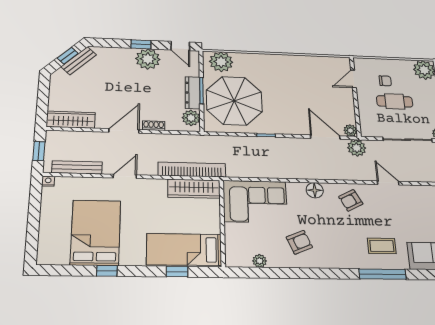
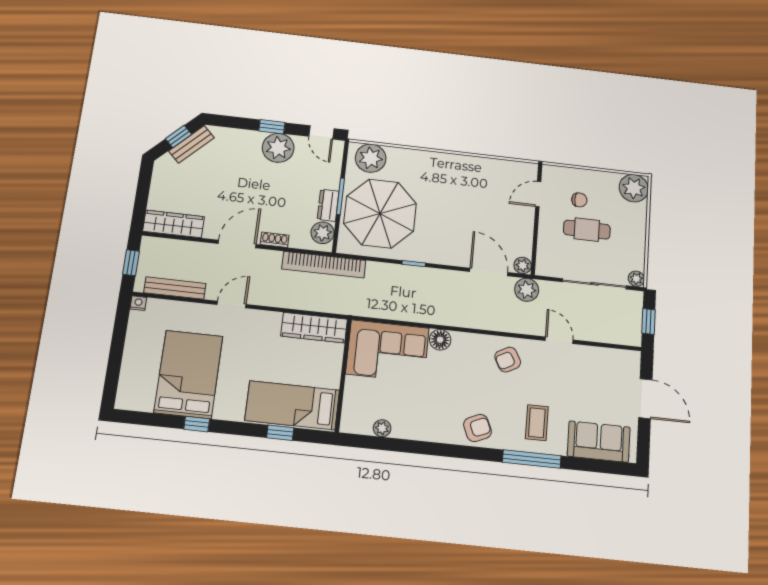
dresser: (193, 93) -> (328, 205), width x0.70
bookcase: (192, 170) -> (324, 265), moved, turned 180
floor lamp: (315, 190) -> (440, 340), moved
armchair: (299, 242) -> (477, 428), moved
coffee table: (382, 246) -> (537, 423), turned 90

